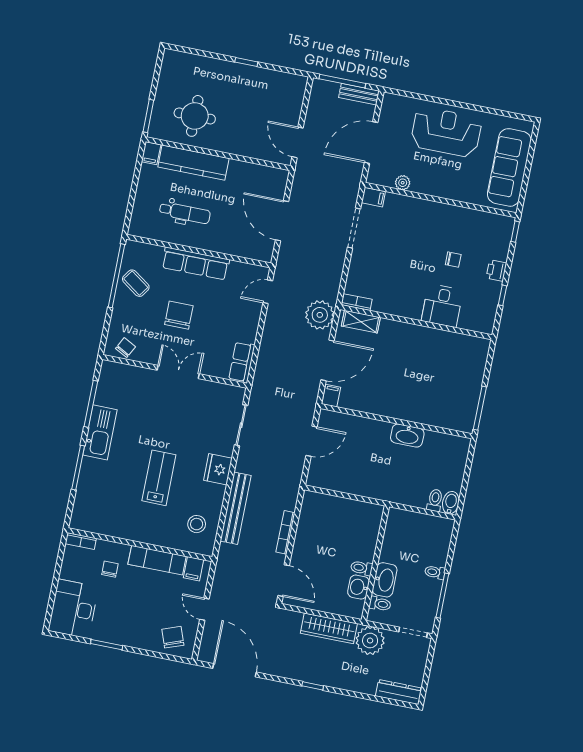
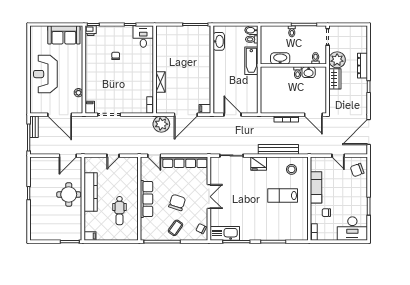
round table: (195, 116) -> (69, 195), moved
kitchen counter: (193, 163) -> (91, 192), moved
sofa: (509, 167) -> (64, 35), width x0.73
dental chair: (185, 213) -> (119, 211), turned 180
door: (282, 221) -> (113, 156), width x0.53
printer: (496, 270) -> (91, 31), moved
coffee table: (136, 283) -> (176, 228), moved
desk: (442, 306) -> (143, 37), moved, turned -90
chair: (179, 315) -> (177, 202), turned 108
shelving: (361, 322) -> (160, 82), moved
door: (328, 360) -> (186, 115), swing flipped
row of seats: (242, 362) -> (185, 162), width x2.02
double door: (178, 372) -> (209, 197), swing flipped
kitchen sink: (100, 432) -> (225, 233), moved
washbasin: (407, 436) -> (219, 41), moved
lab bench: (159, 478) -> (283, 196), moved
bathtub: (398, 492) -> (251, 61), added
filing cabinet: (193, 569) -> (317, 166), removed
washbasin: (385, 580) -> (280, 58), moved
door: (284, 581) -> (313, 115), swing flipped
door: (204, 609) -> (338, 156), hinge flipped
wardrobe: (329, 628) -> (335, 79), width x0.67
dresser: (399, 692) -> (363, 66), moved

